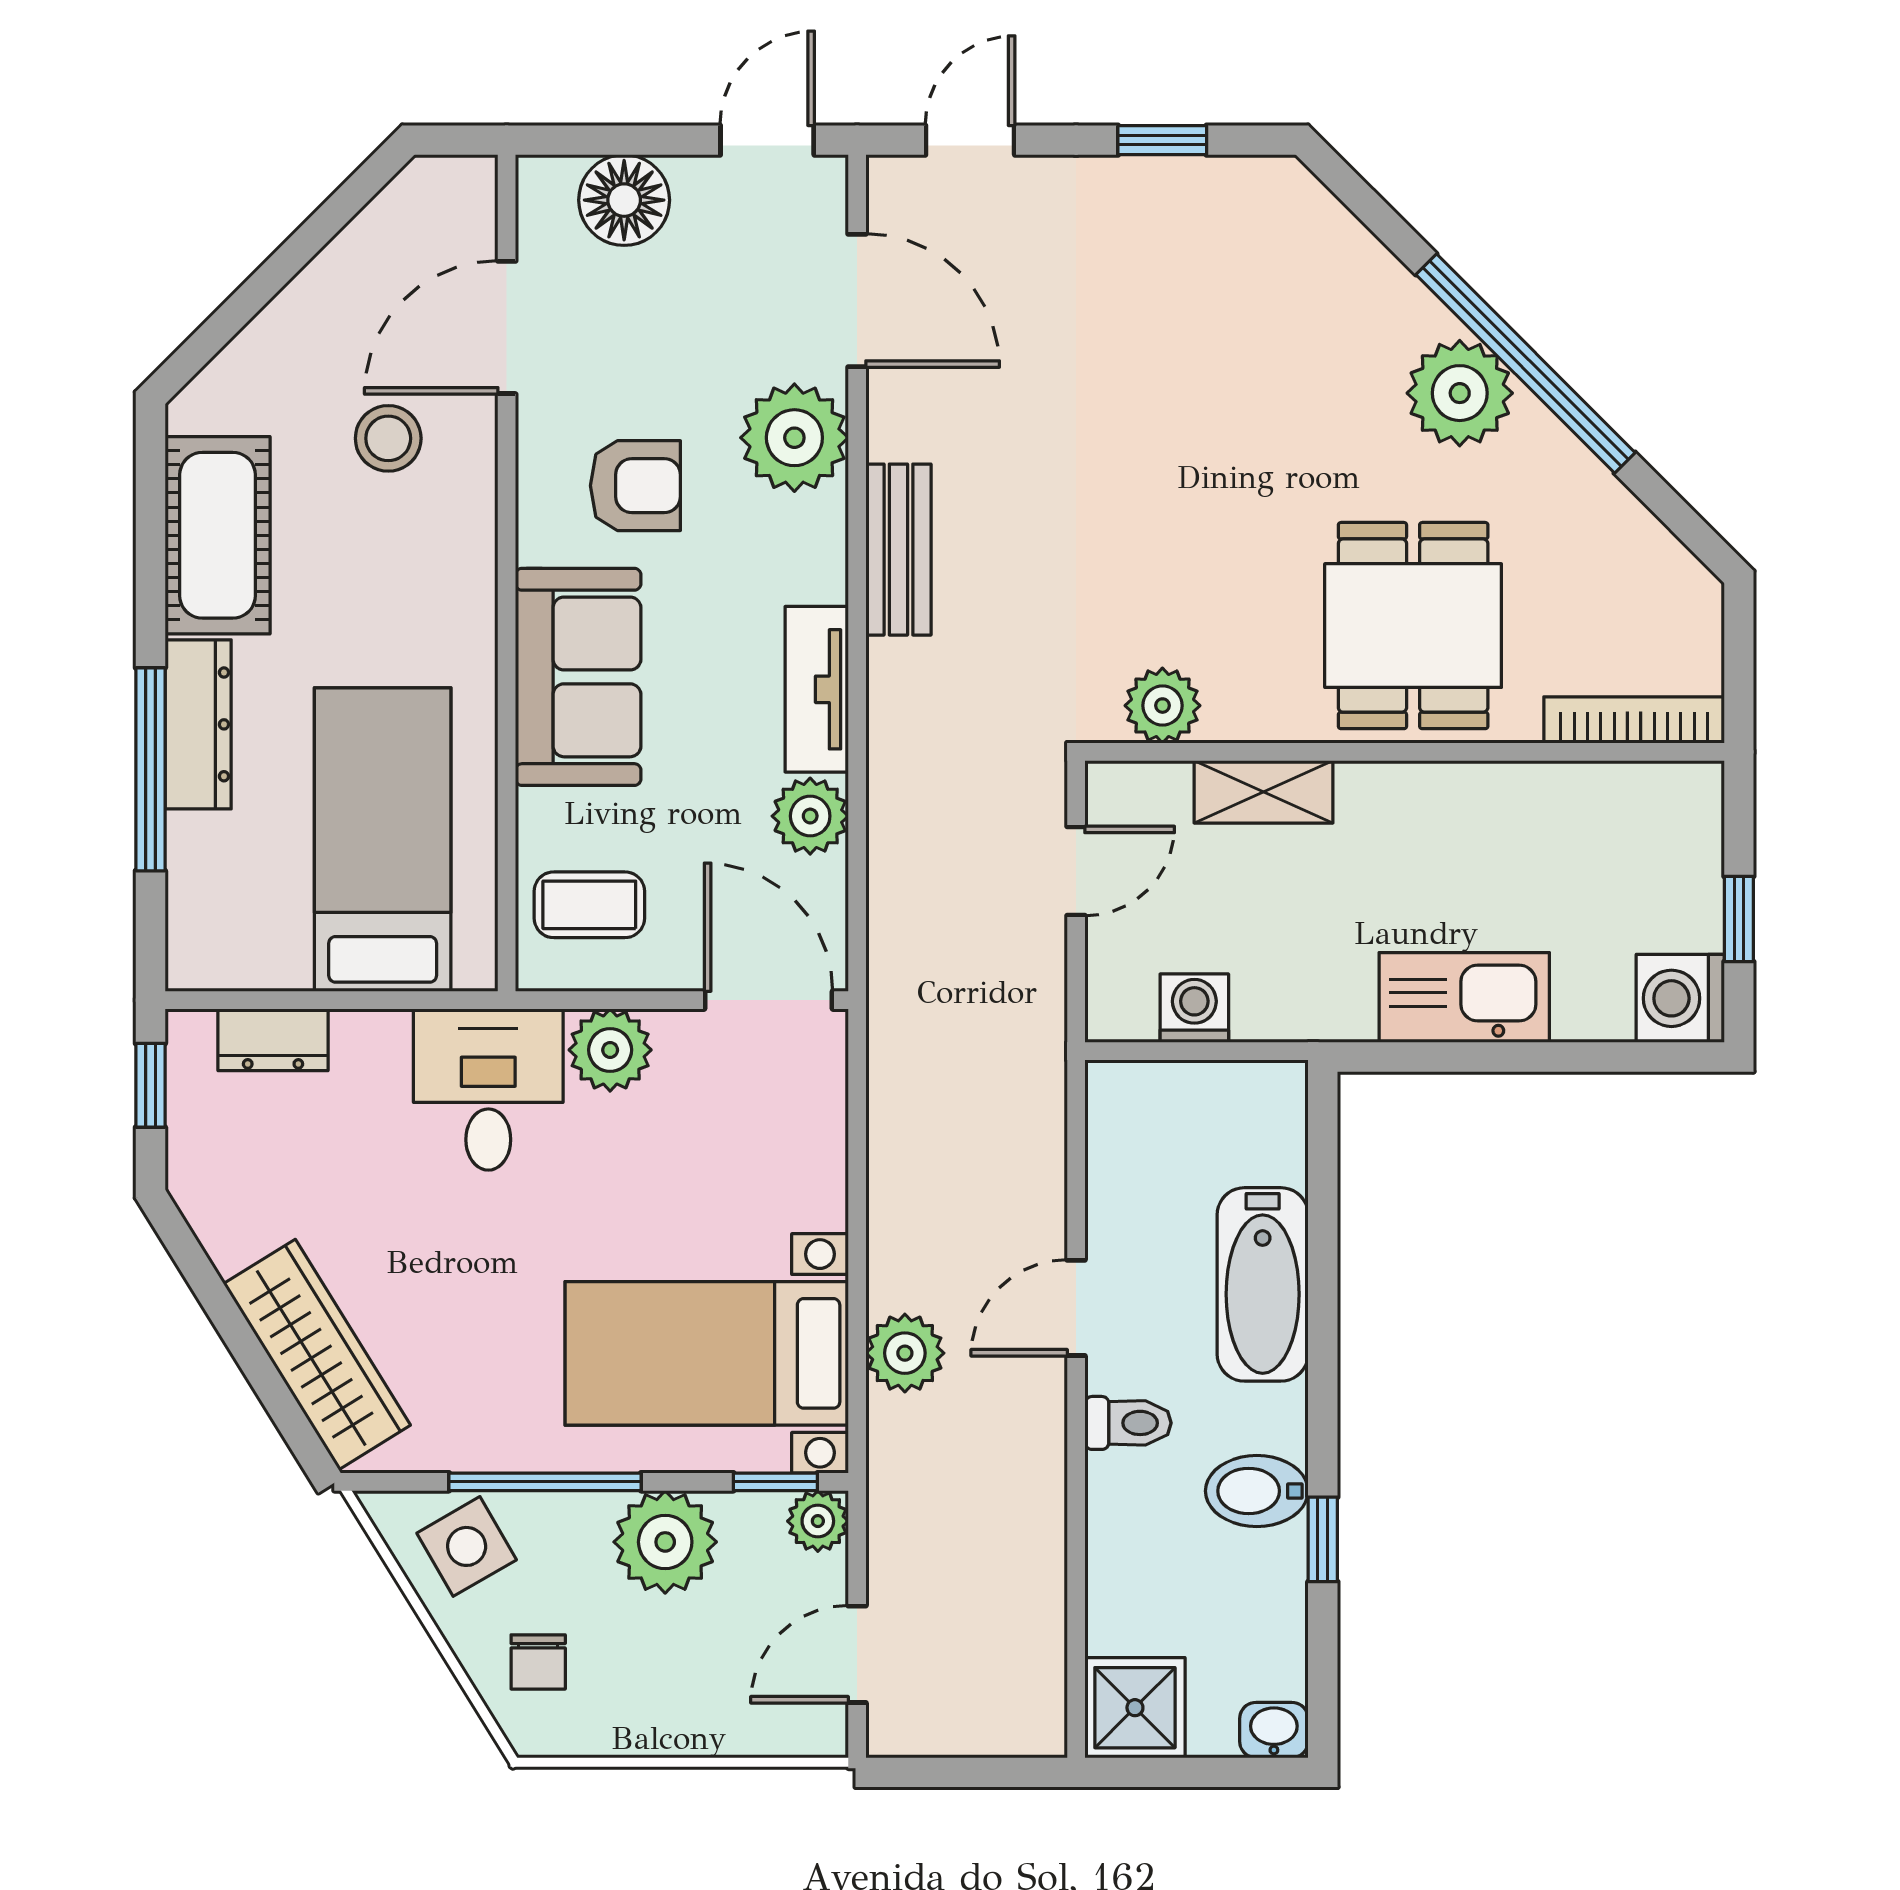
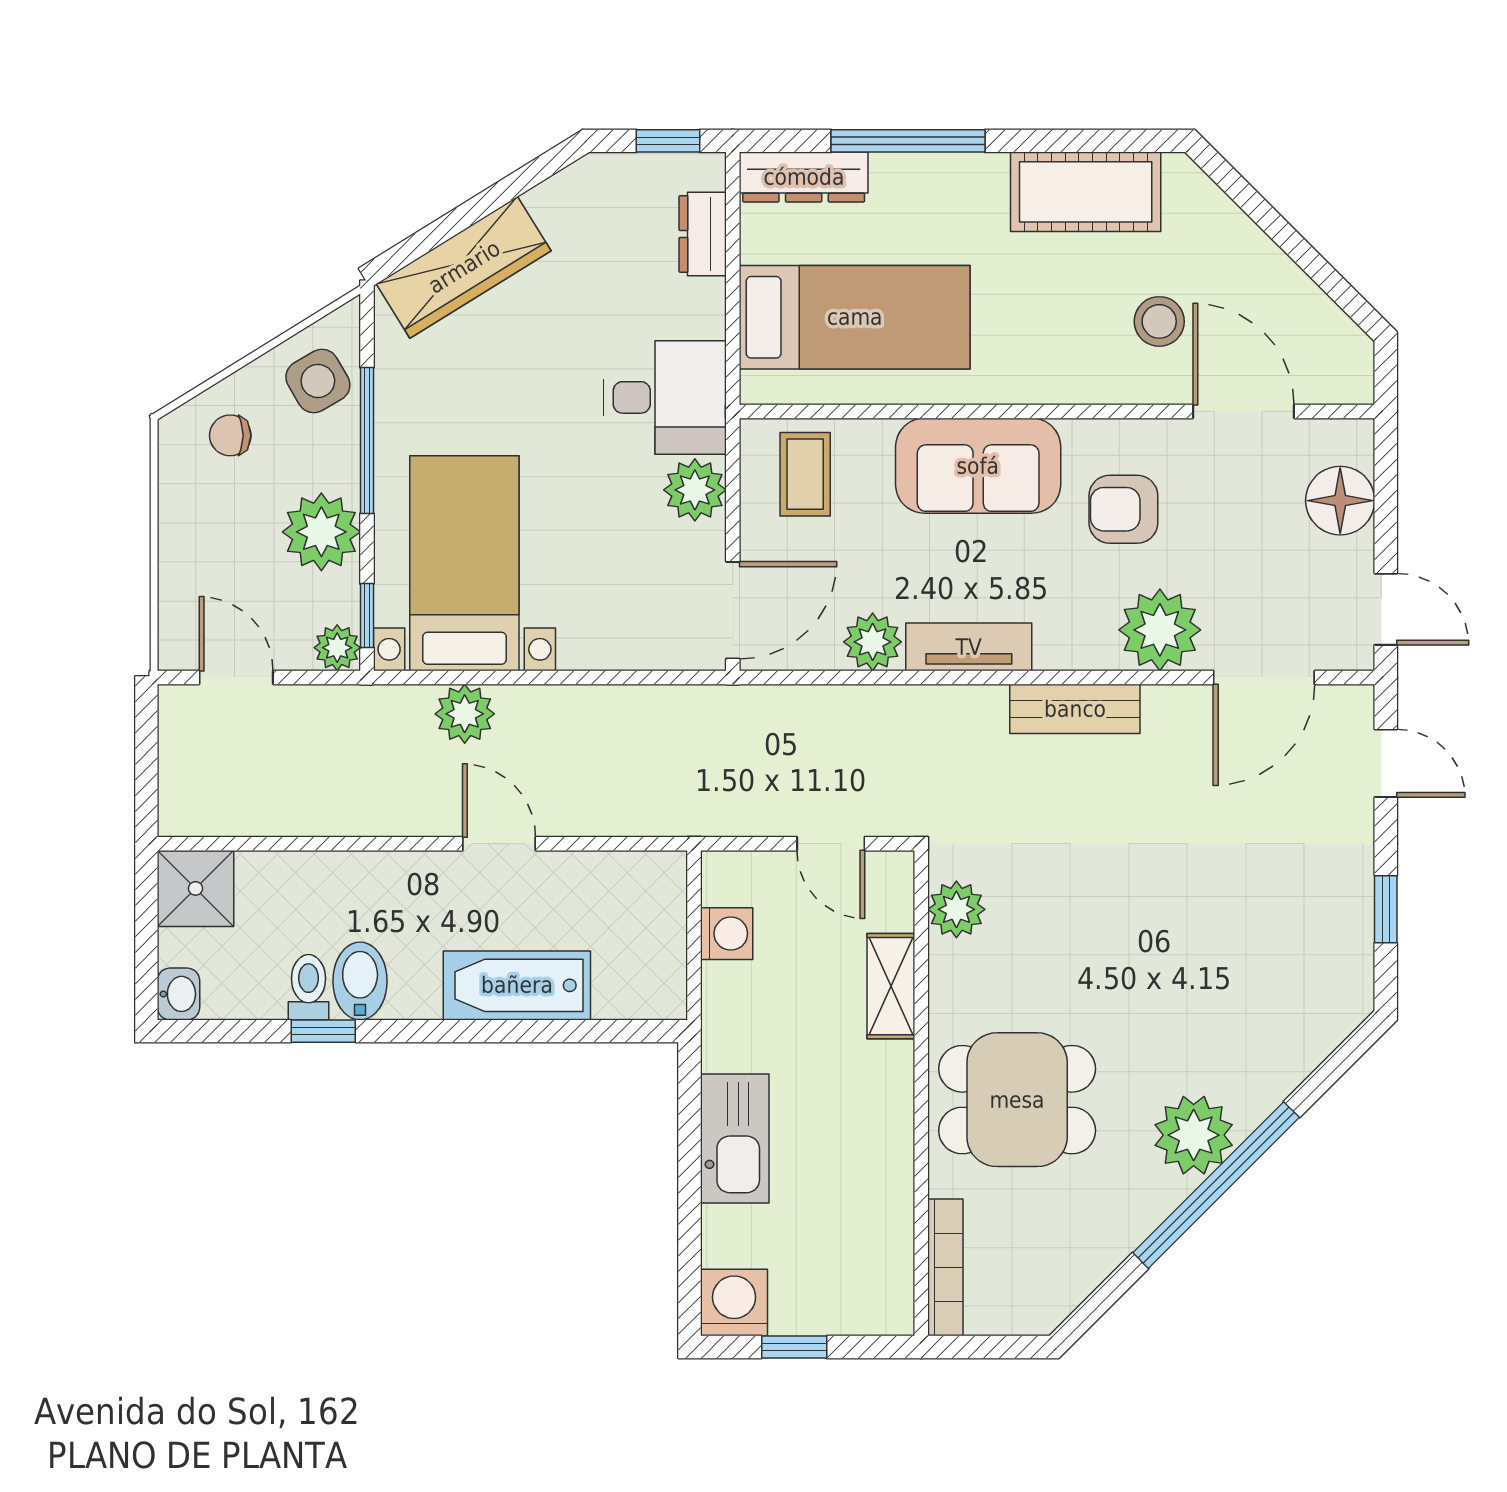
armchair: (635, 486) -> (1123, 509), turned 90
dresser: (198, 724) -> (804, 177), moved
toilet: (1128, 1423) -> (308, 987), moved, turned 180

